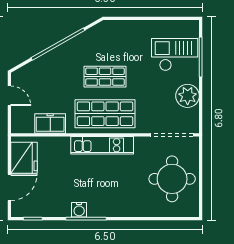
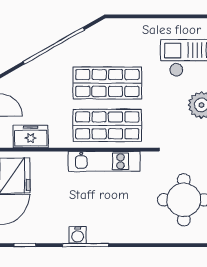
shop shelf: (105, 77) -> (107, 83), width x1.43, depth x1.36
freezer: (50, 123) -> (31, 137), moved

